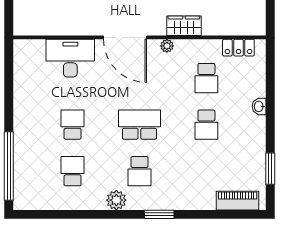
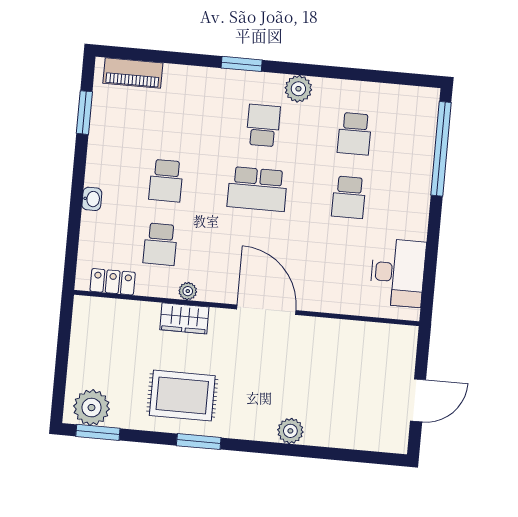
plant: (167, 46) -> (188, 291), moved
desk: (70, 58) -> (398, 273), moved, turned -90
school desk: (206, 78) -> (160, 244), turned 180
school desk: (206, 125) -> (166, 181), turned 180

